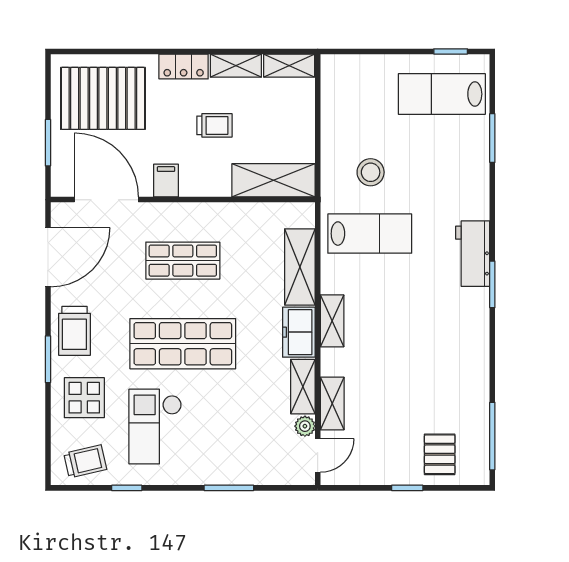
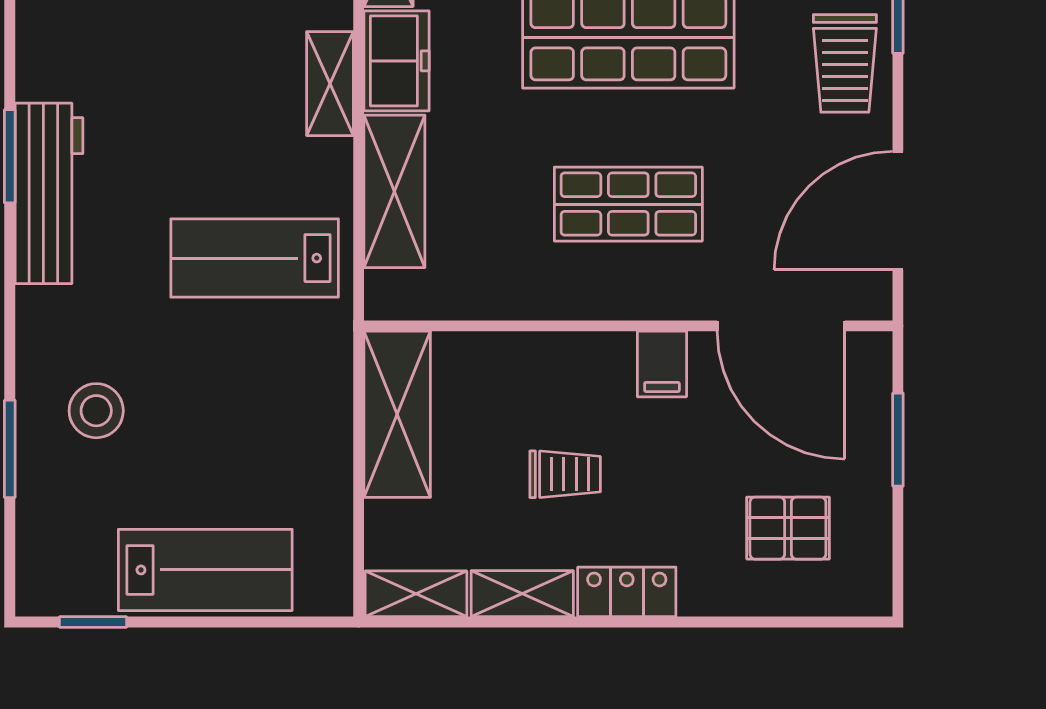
lab bench: (442, 94) -> (205, 570), moved
pallet: (103, 98) -> (788, 528), width x0.49, depth x0.50
trolley: (214, 125) -> (565, 474), turned 180
stool: (371, 172) -> (96, 411), moved
shelving: (274, 180) -> (397, 414), moved, turned 90
workbench: (473, 254) -> (49, 193), width x1.38
trolley: (74, 331) -> (845, 63), turned 180

